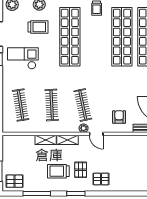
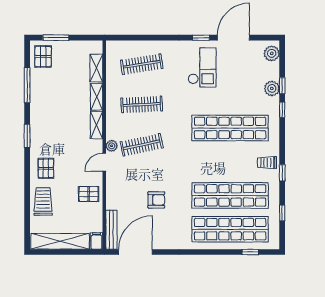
trolley: (38, 27) -> (243, 87), removed
armchair: (119, 117) -> (156, 200), moved
shelving: (23, 140) -> (96, 68), added
pallet: (81, 170) -> (89, 194), moved
trolley: (58, 171) -> (43, 201), moved

